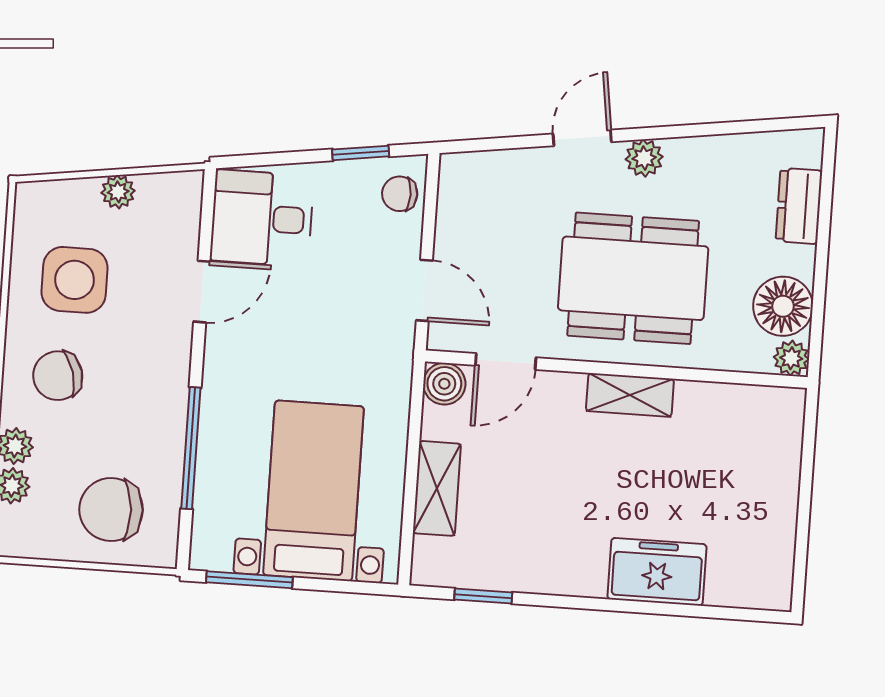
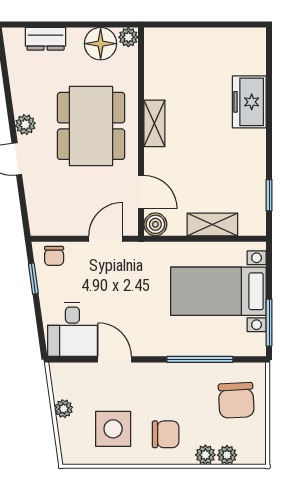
chair: (58, 376) -> (166, 434), turned -74

